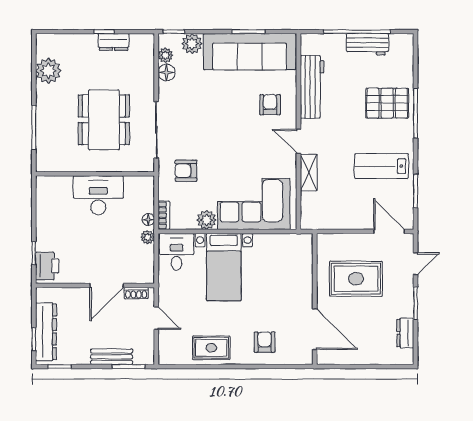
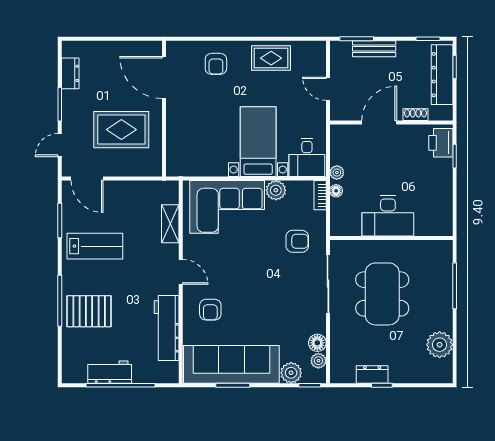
shelving: (309, 173) -> (170, 224), moved
shoe rack: (136, 293) -> (415, 115), moved

